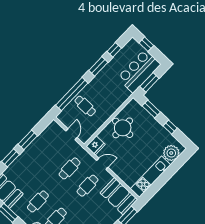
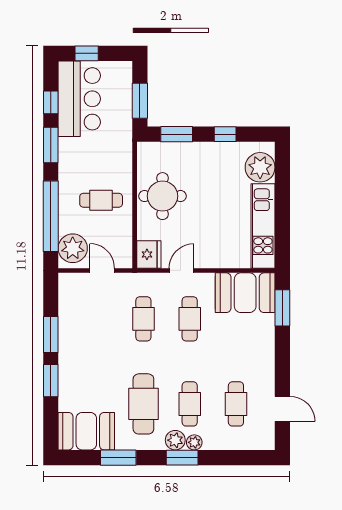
bar counter: (139, 71) -> (79, 99), moved, turned 180
cafe table: (85, 106) -> (101, 200), moved
plant: (68, 115) -> (73, 248), added
cafe table: (38, 201) -> (143, 404), width x1.37, depth x1.35

